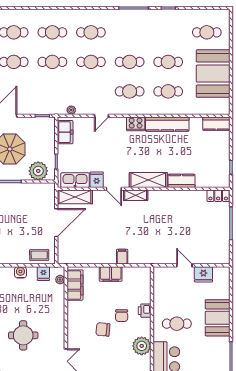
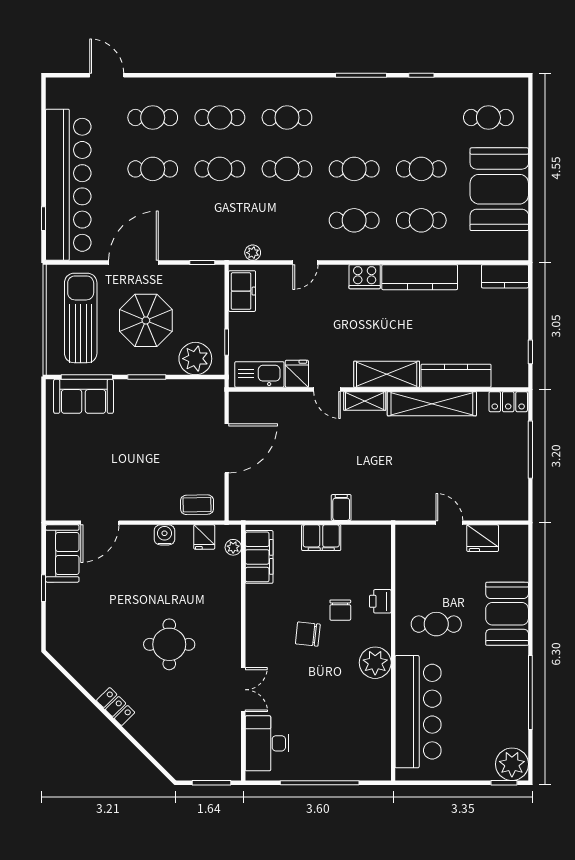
kitchen counter: (181, 181) -> (456, 376), width x1.50
shelving: (75, 197) -> (432, 404), moved, width x1.47

